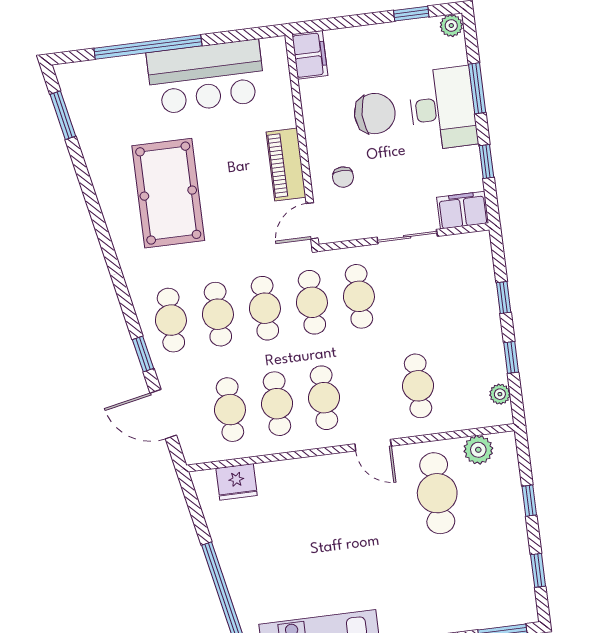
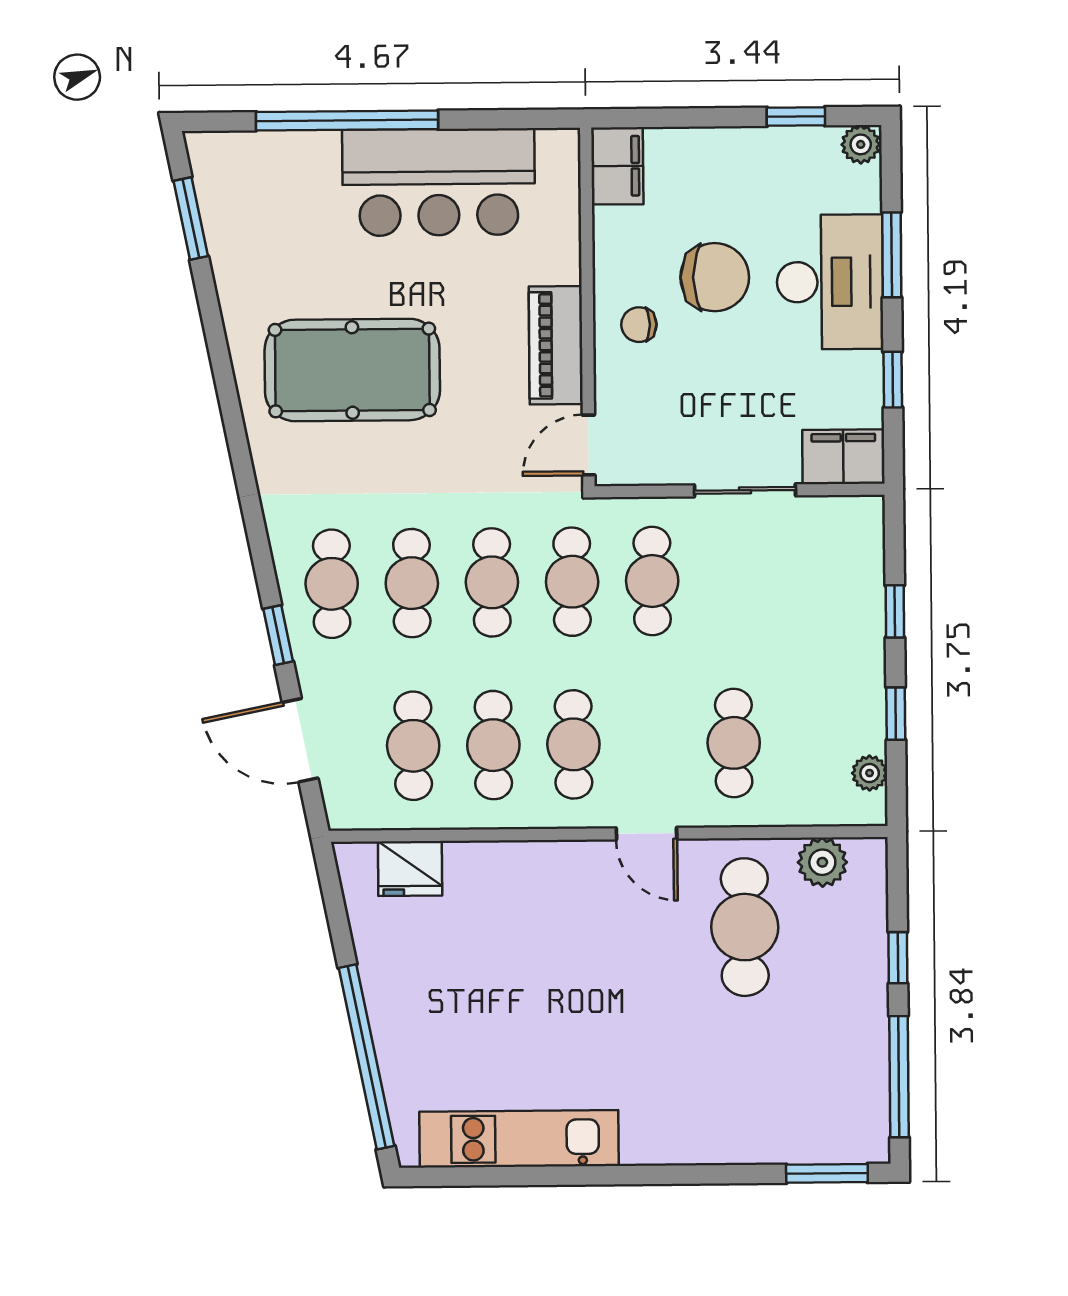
chair: (343, 177) -> (639, 325), moved, turned 90
pool table: (168, 193) -> (352, 370), turned 90
window: (538, 570) -> (899, 1077), width x2.17

